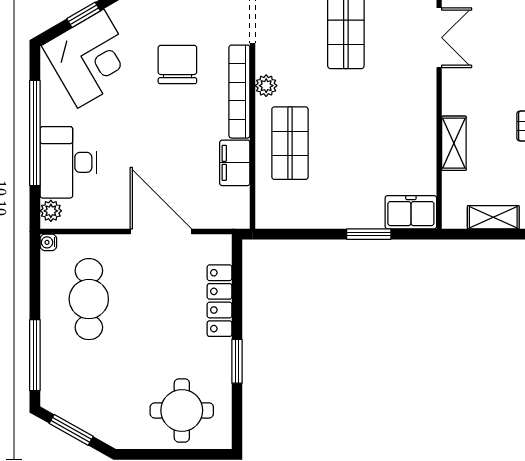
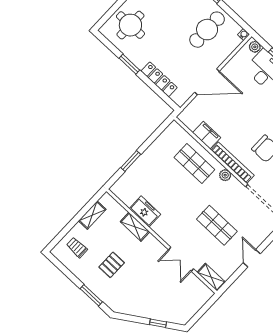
freezer: (411, 212) -> (145, 211), moved, turned -90
cafe table: (89, 299) -> (207, 30), turned 90

